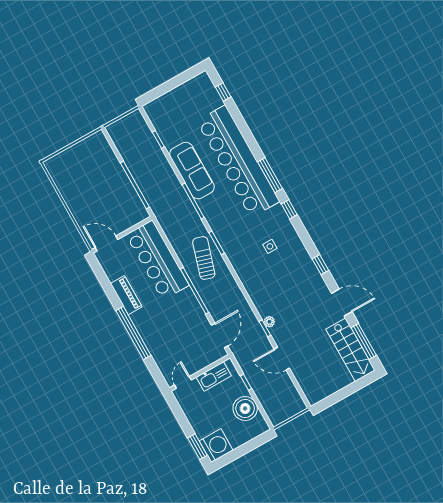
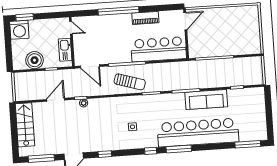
window: (223, 92) -> (248, 144), width x2.17
sun lounger: (204, 258) -> (130, 82), moved
stairs: (350, 350) -> (25, 125), moved, turned 90

